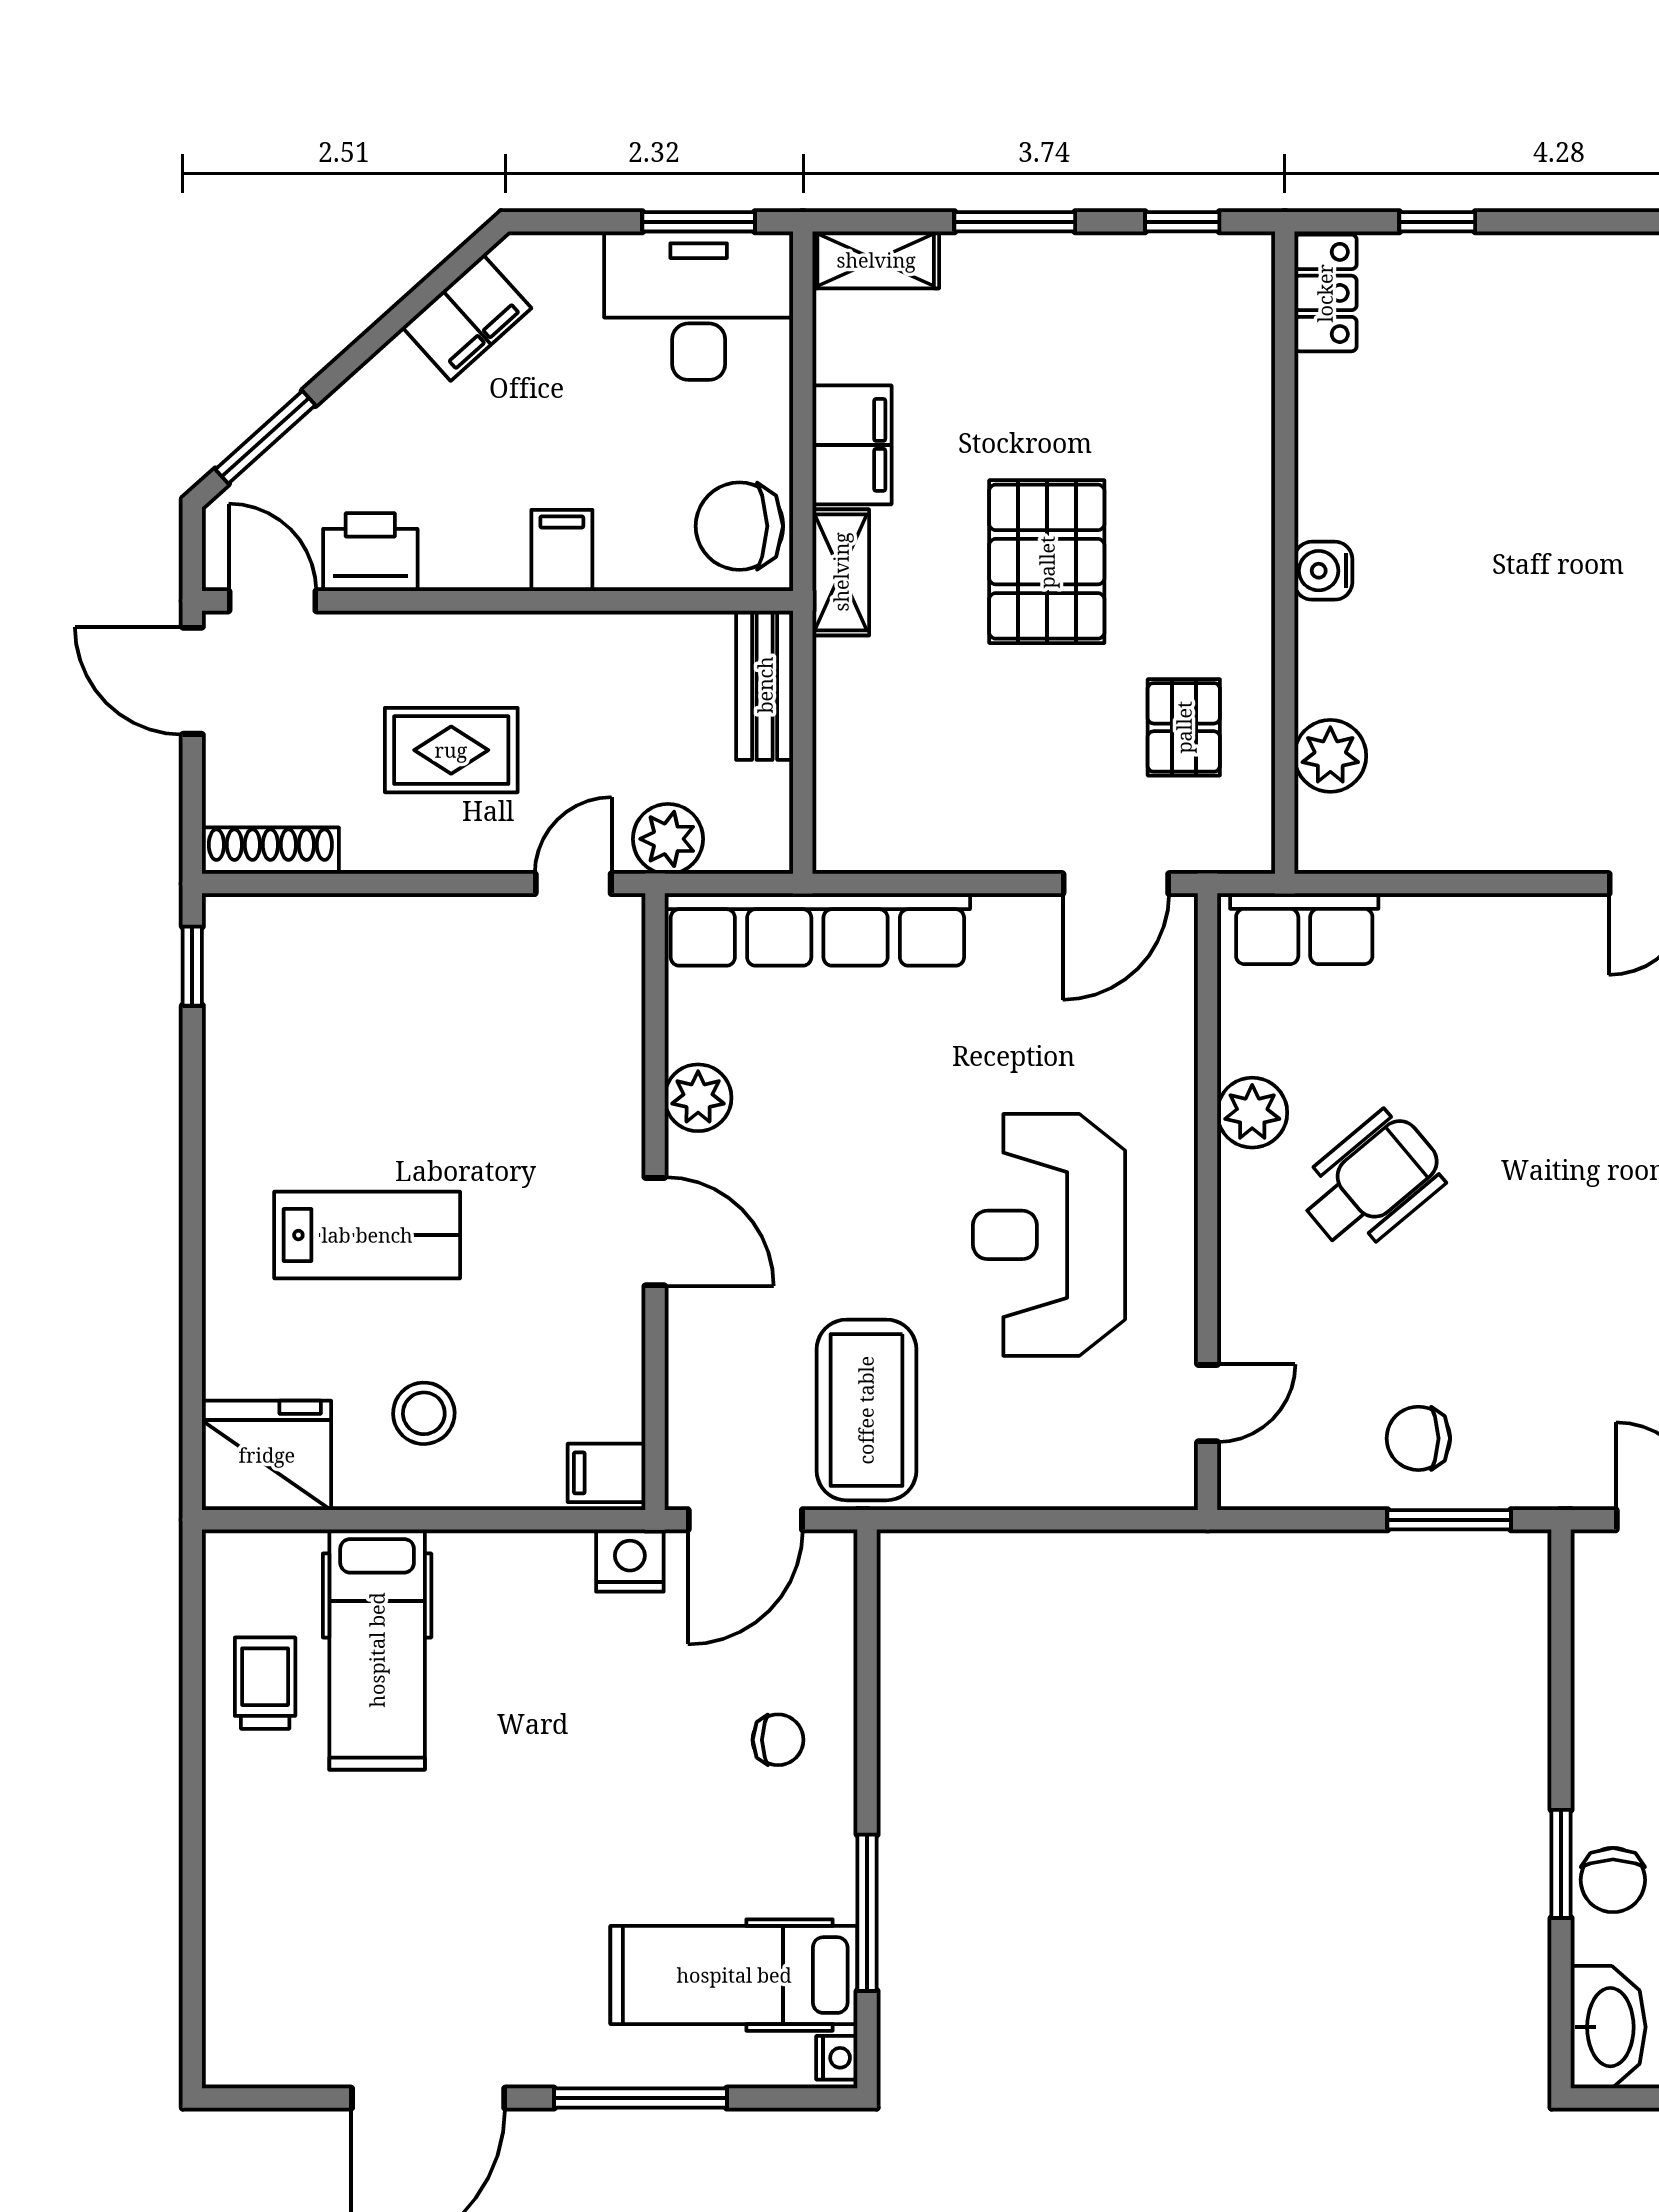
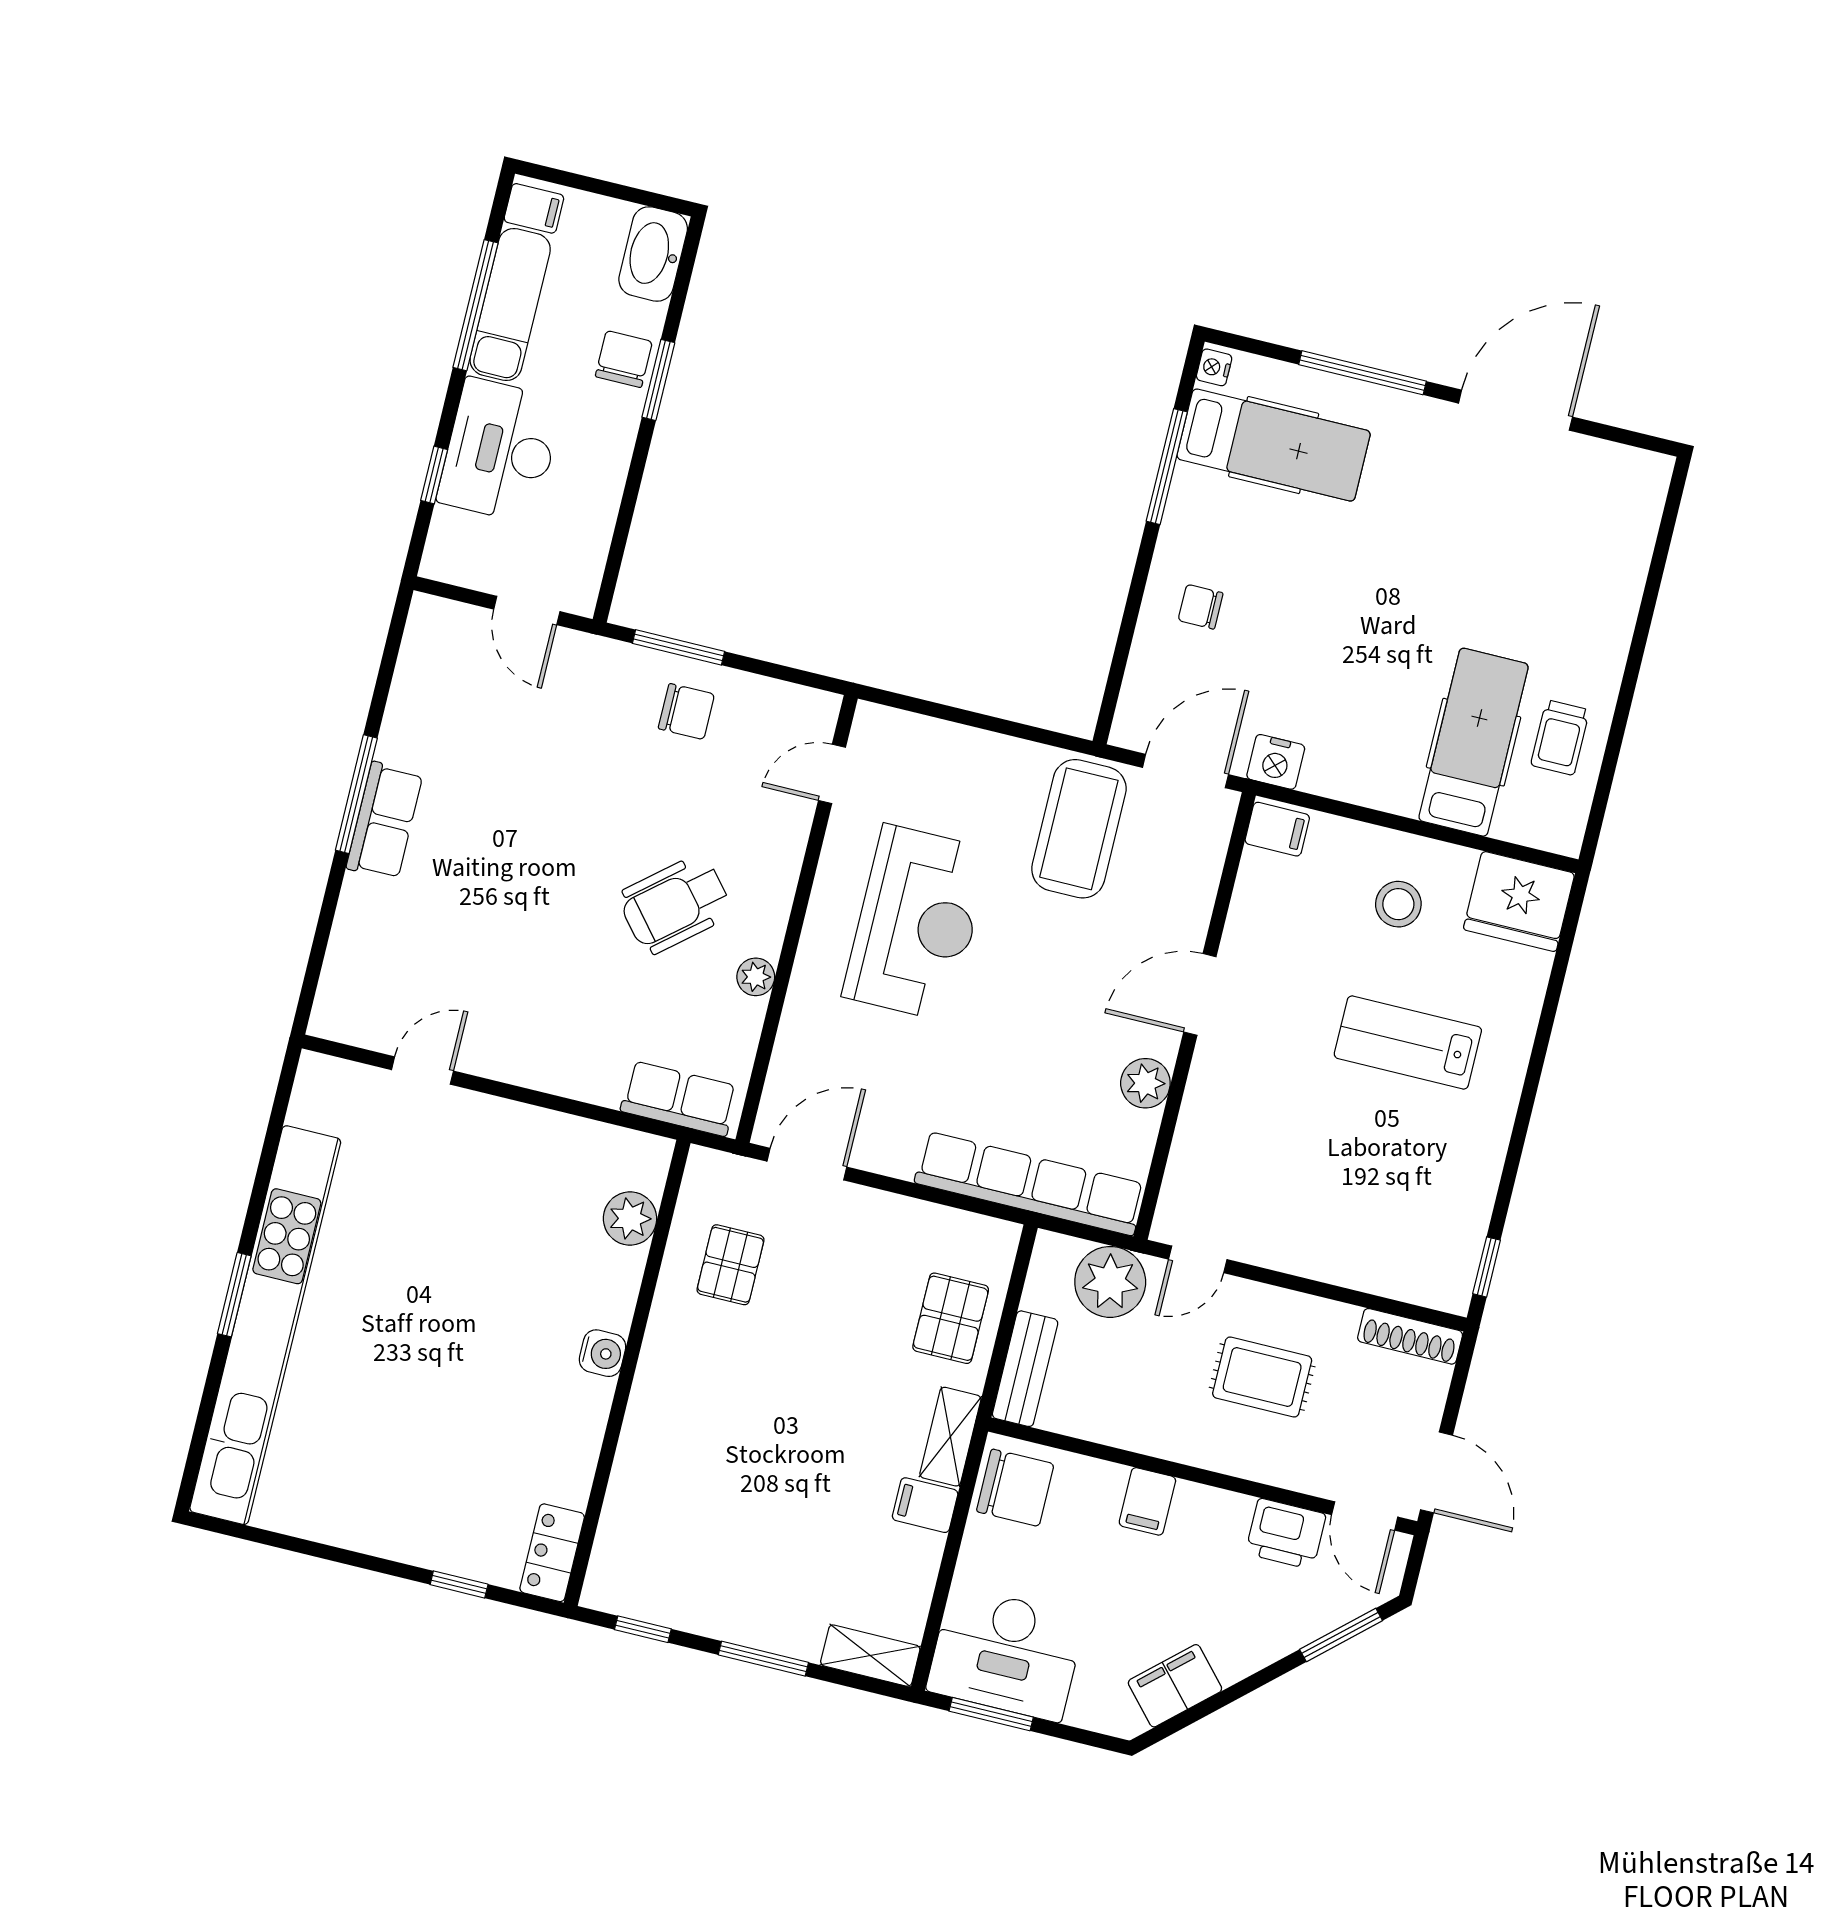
filing cabinet: (852, 445) -> (925, 1505), width x0.50
pallet: (1047, 562) -> (951, 1318), moved, width x0.67, depth x0.71
plant: (668, 839) -> (1110, 1282), width x1.36, depth x1.36
plant: (1252, 1113) -> (756, 977), width x0.73, depth x0.73
door: (655, 1232) -> (1200, 994), hinge flipped

